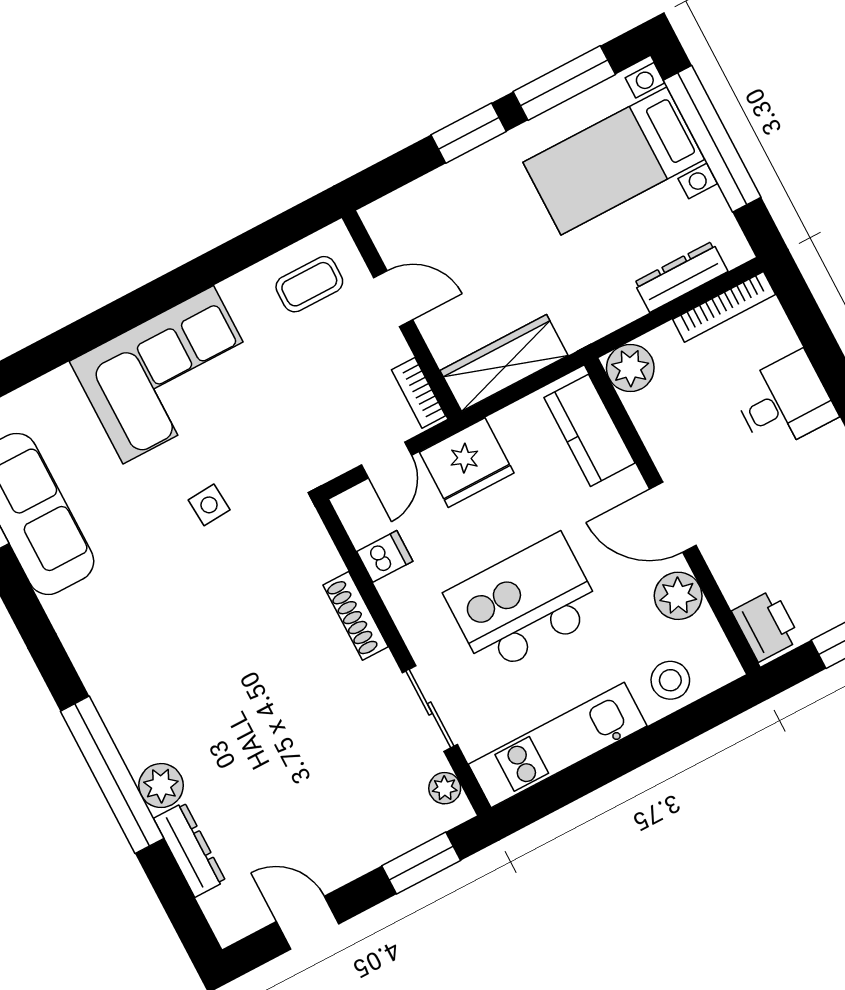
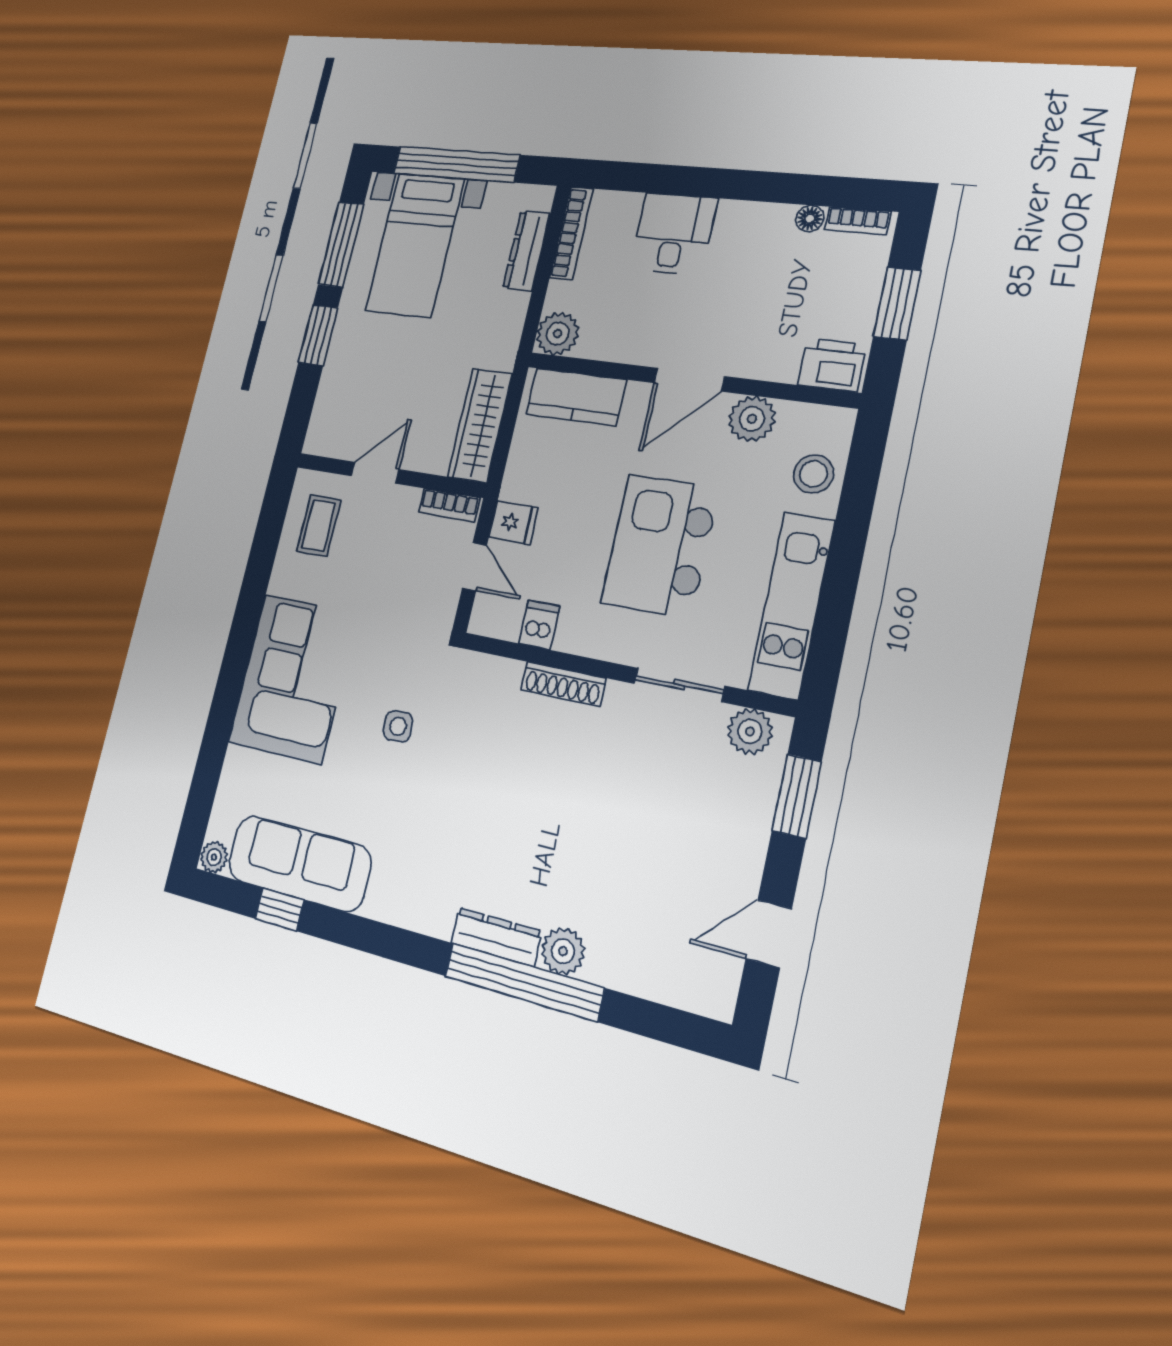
fridge: (467, 463) -> (513, 523), width x0.53, depth x0.75
plant: (445, 788) -> (750, 731), width x1.38, depth x1.38
dresser: (190, 850) -> (496, 937), moved

